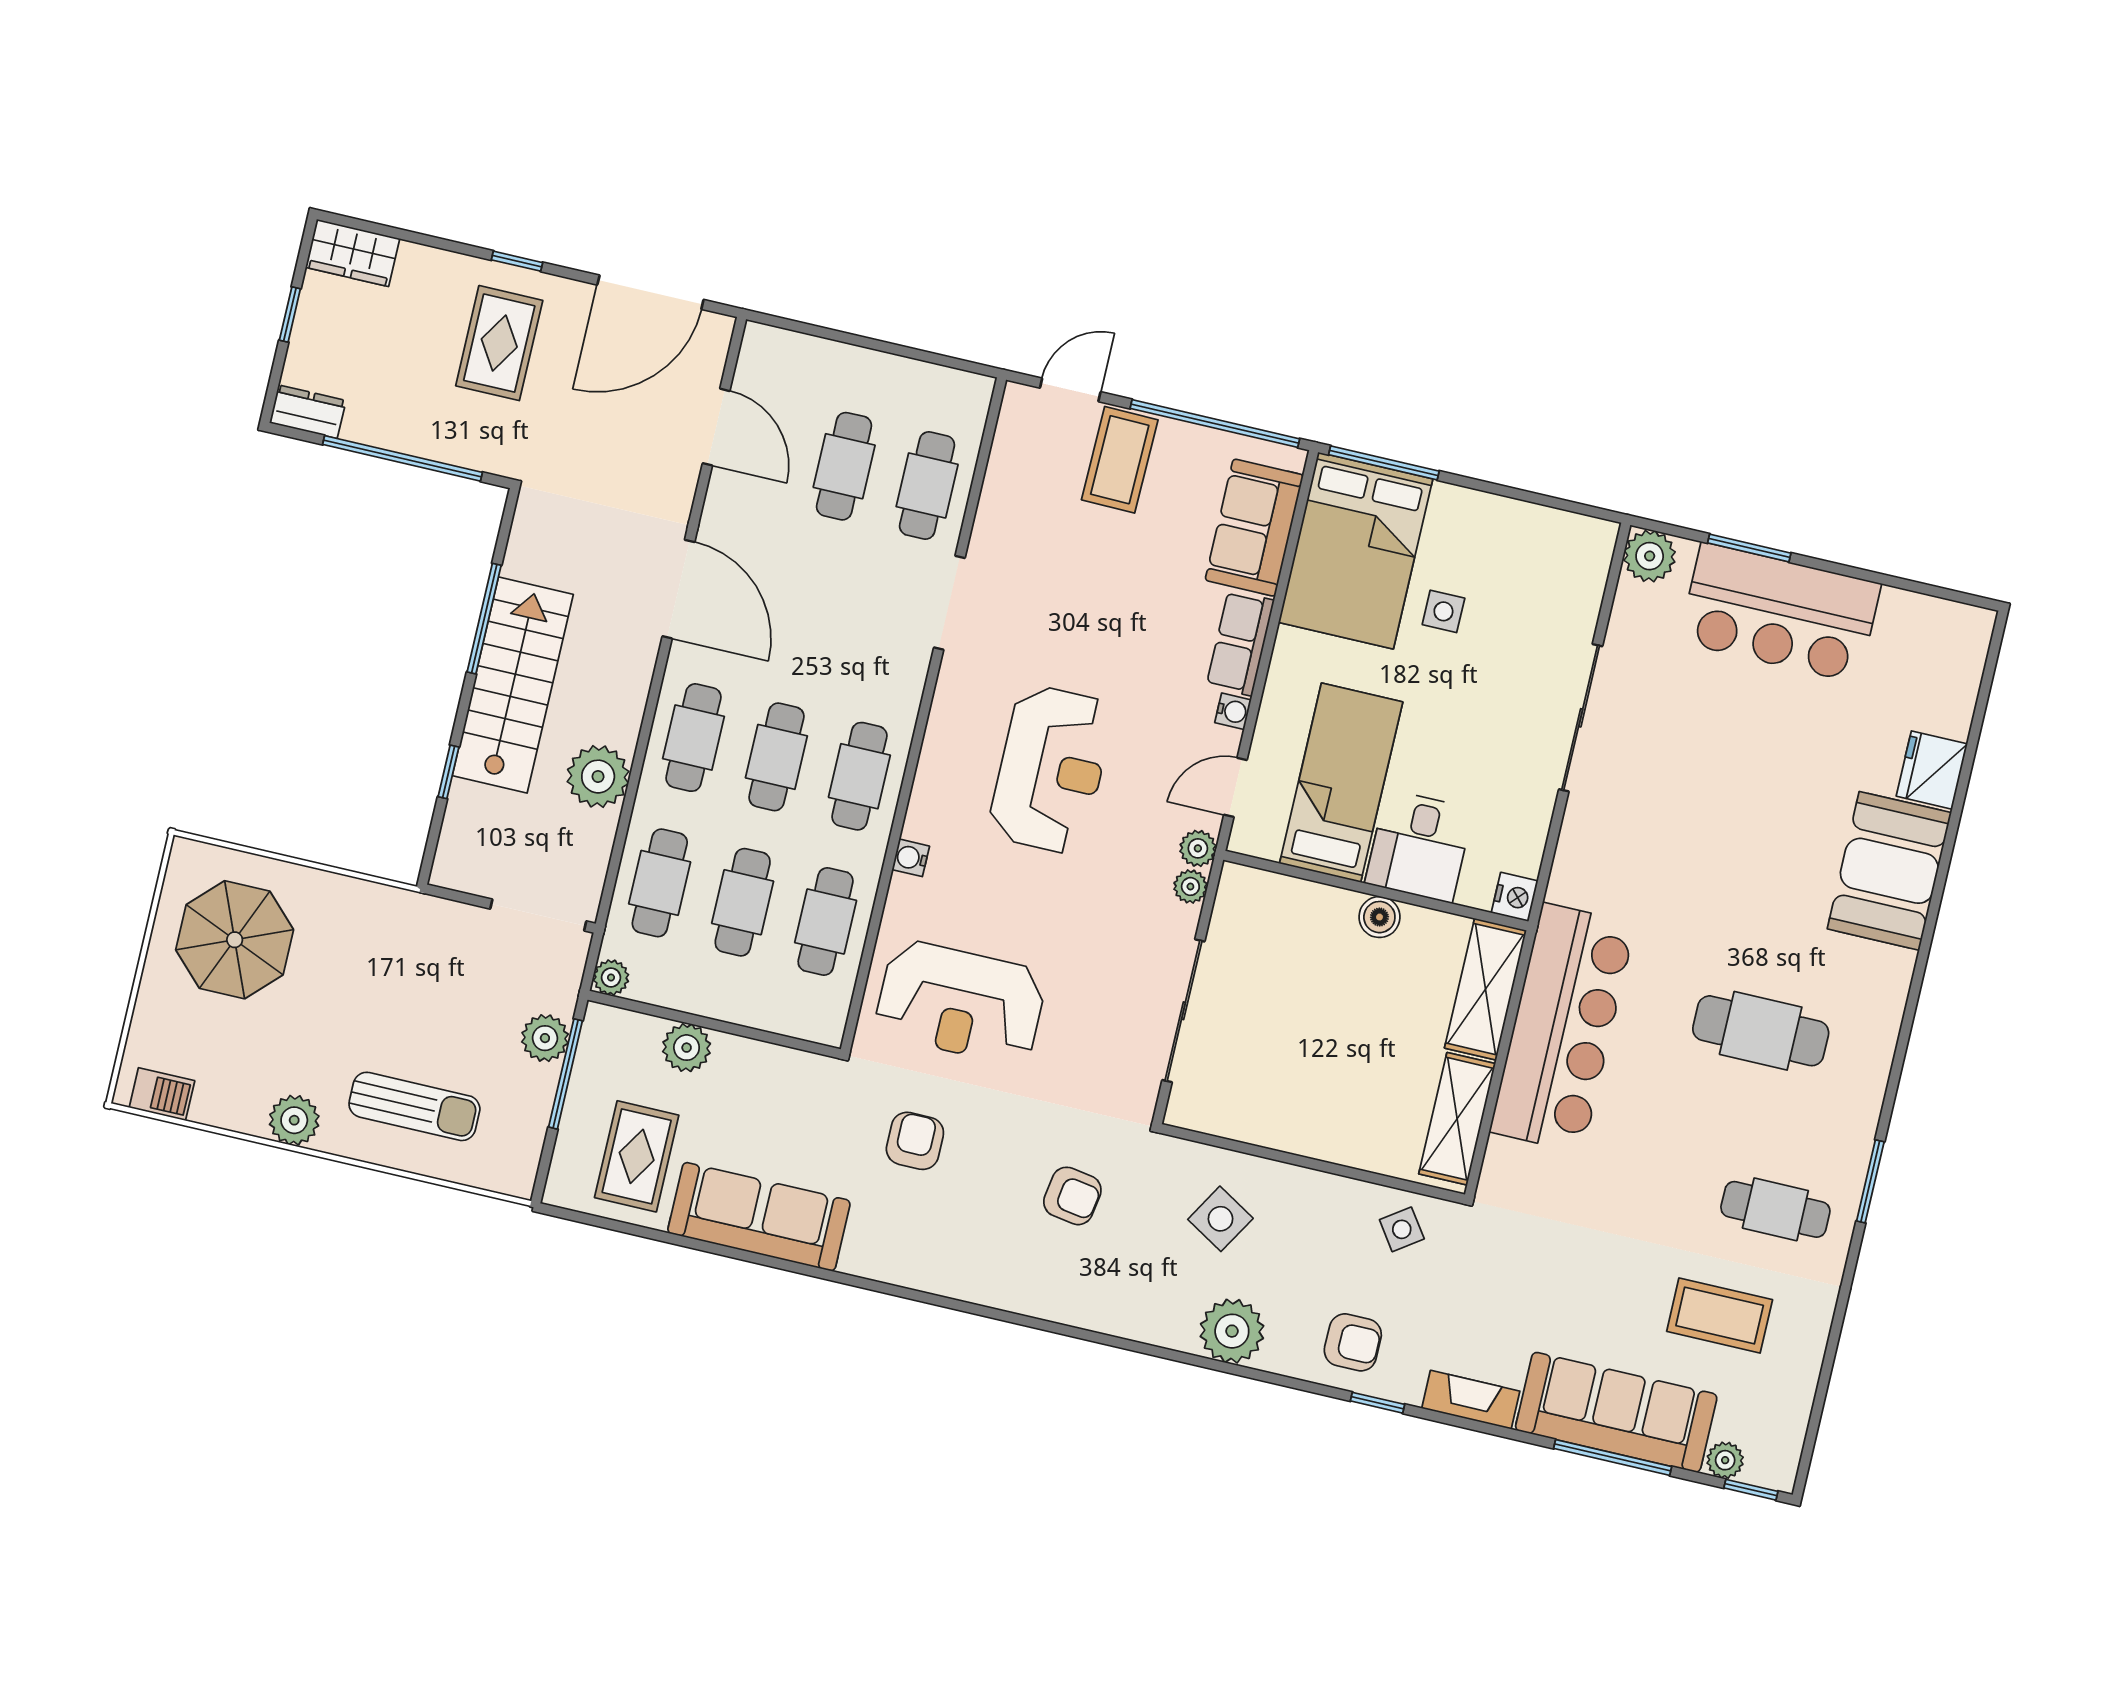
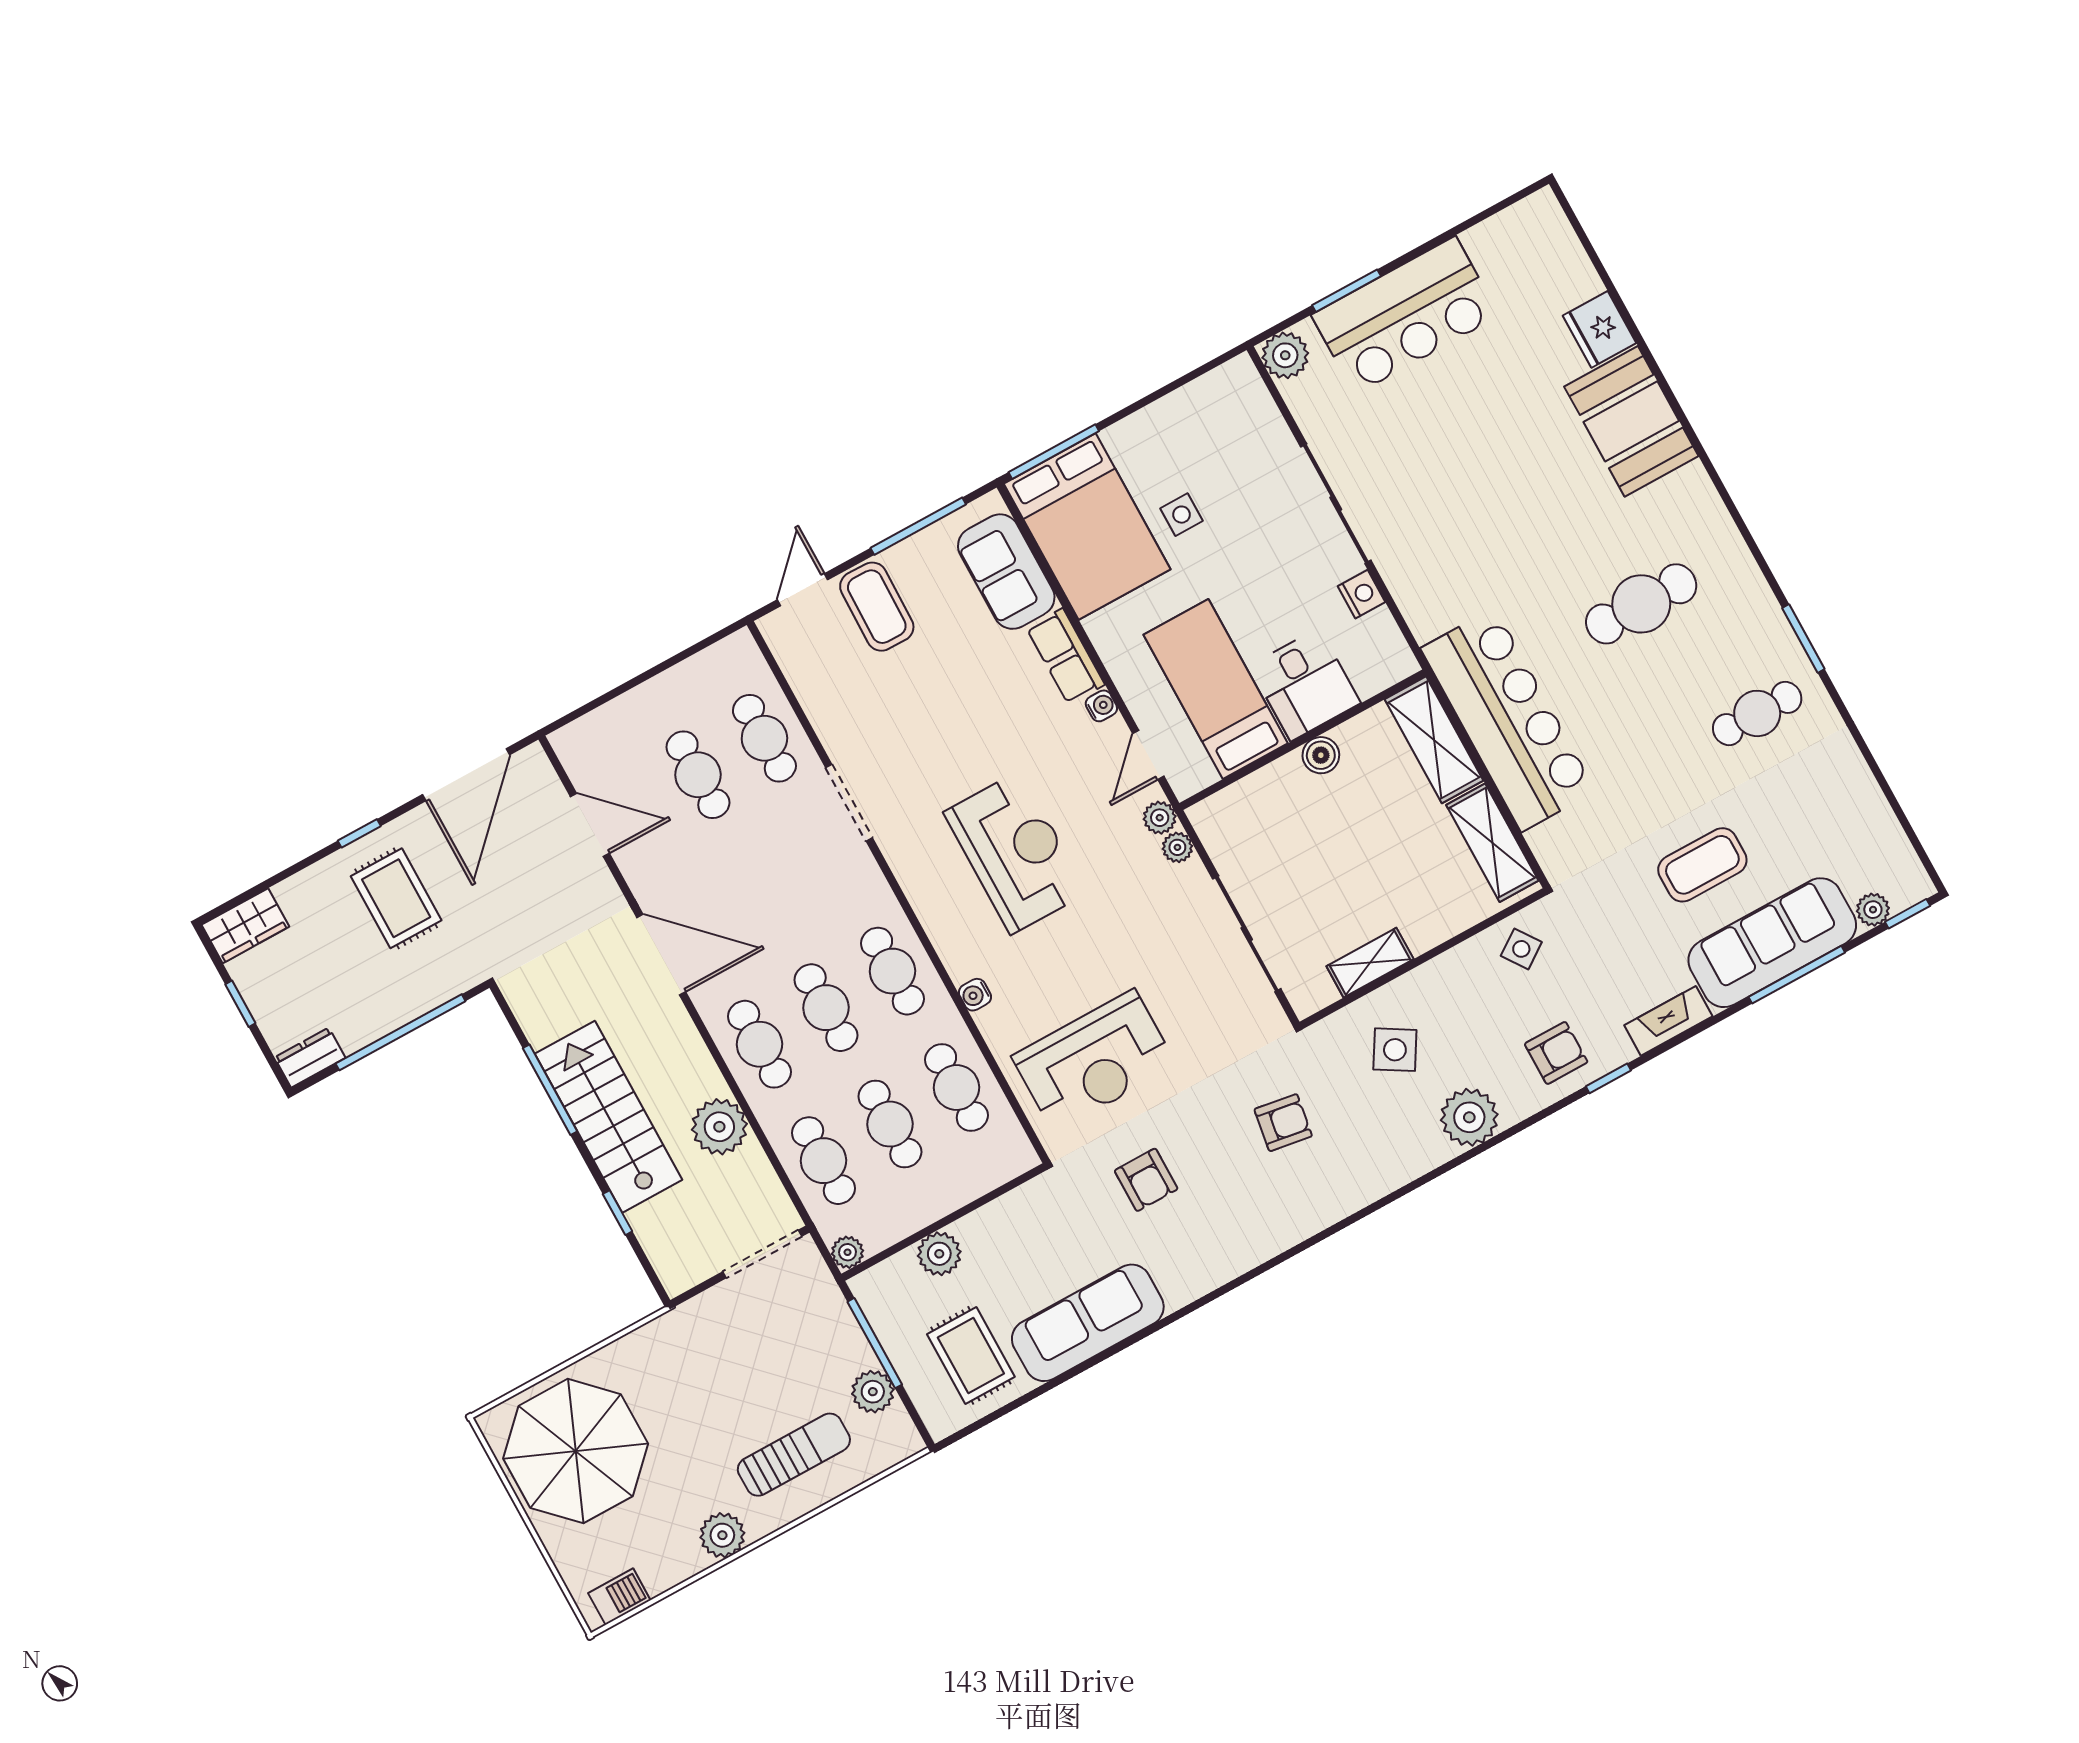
window: (1215, 424) -> (918, 526), width x0.68
nightstand: (1515, 897) -> (1362, 594), moved
parasol: (235, 940) -> (576, 1451), width x1.36, depth x1.36
plant: (545, 1038) -> (873, 1392), moved
shelving: (1265, 1127) -> (1370, 963), added
armchair: (915, 1141) -> (1146, 1180), turned 180
coffee table: (1720, 1316) -> (1702, 865), moved

